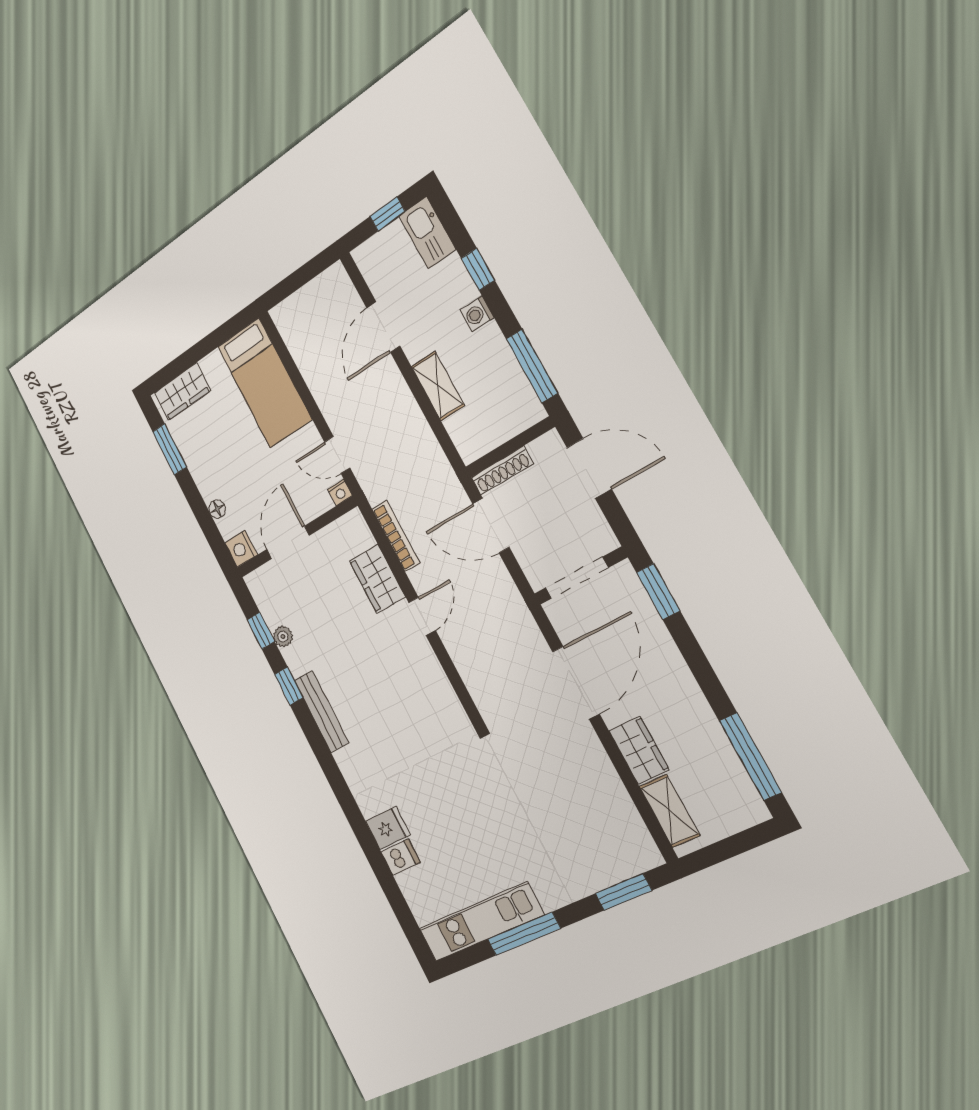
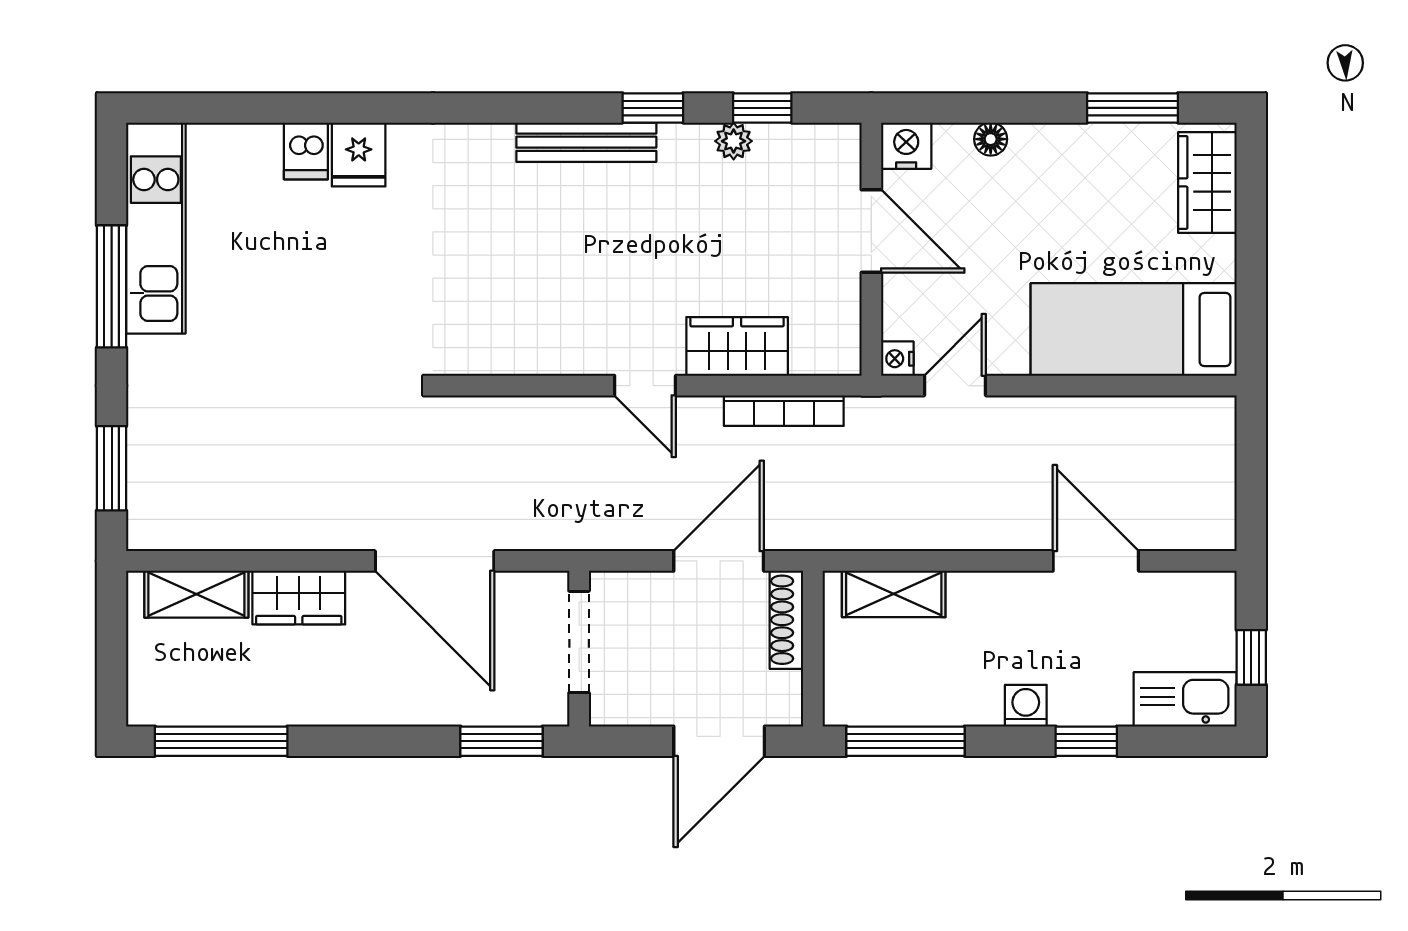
shelving: (438, 386) -> (894, 594), moved

